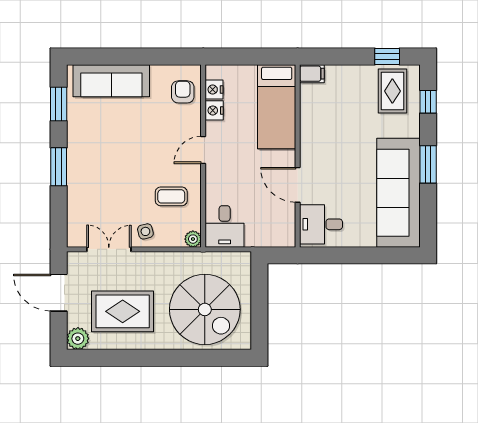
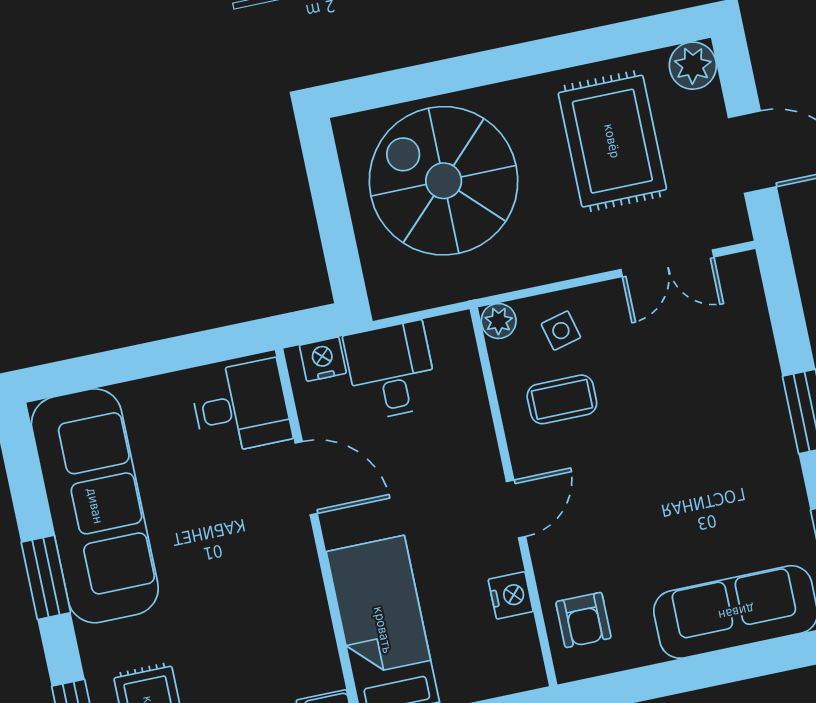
nightstand: (214, 90) -> (323, 359), moved, turned -90
desk: (225, 226) -> (391, 371), moved
side table: (145, 231) -> (561, 331), moved
rug: (123, 311) -> (612, 141), turned 90

